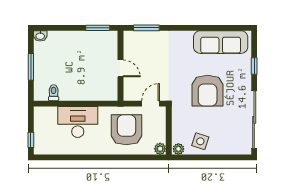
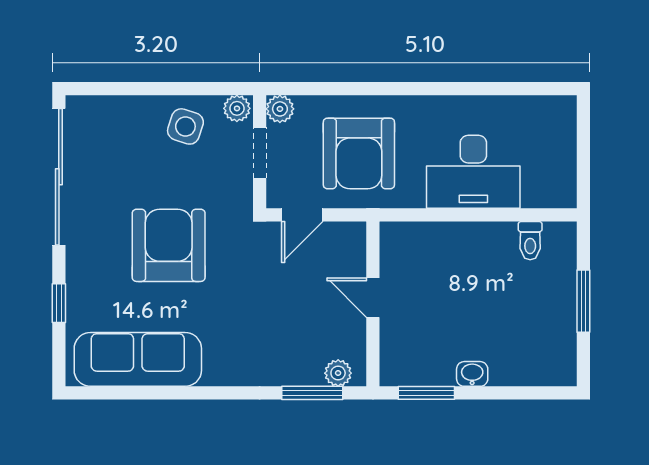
washbasin: (40, 36) -> (472, 374), moved
plant: (135, 36) -> (338, 373), added
doorway: (169, 130) -> (260, 153), added
window: (31, 140) -> (583, 130), removed

